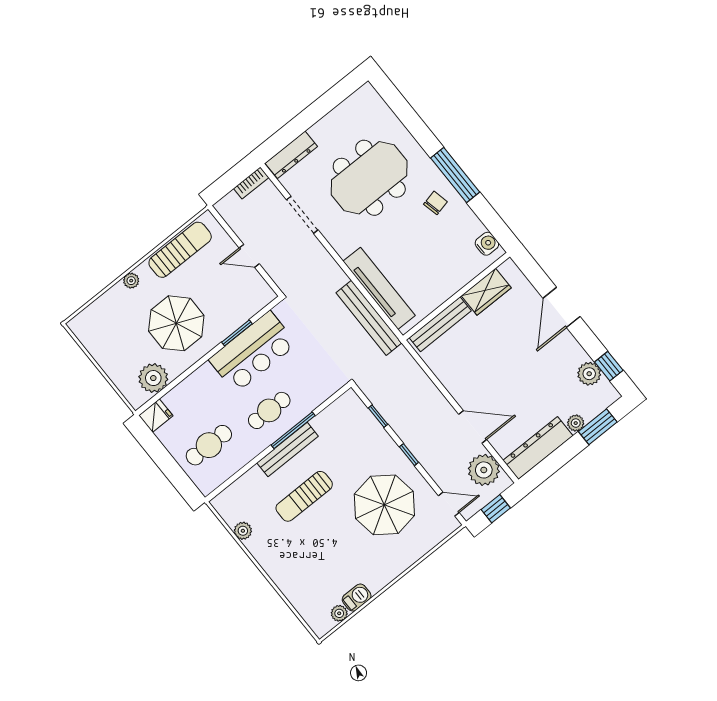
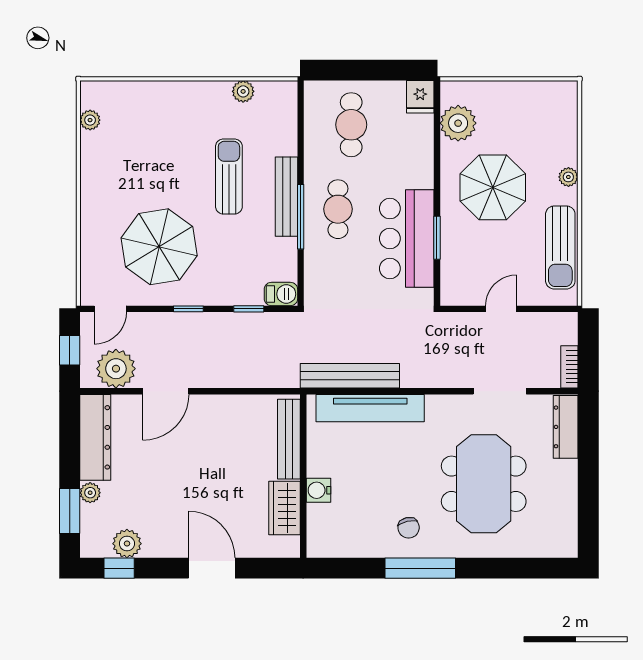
water cooler: (487, 244) -> (319, 490), moved, turned 90
barbecue: (357, 598) -> (281, 294), moved, turned -90

